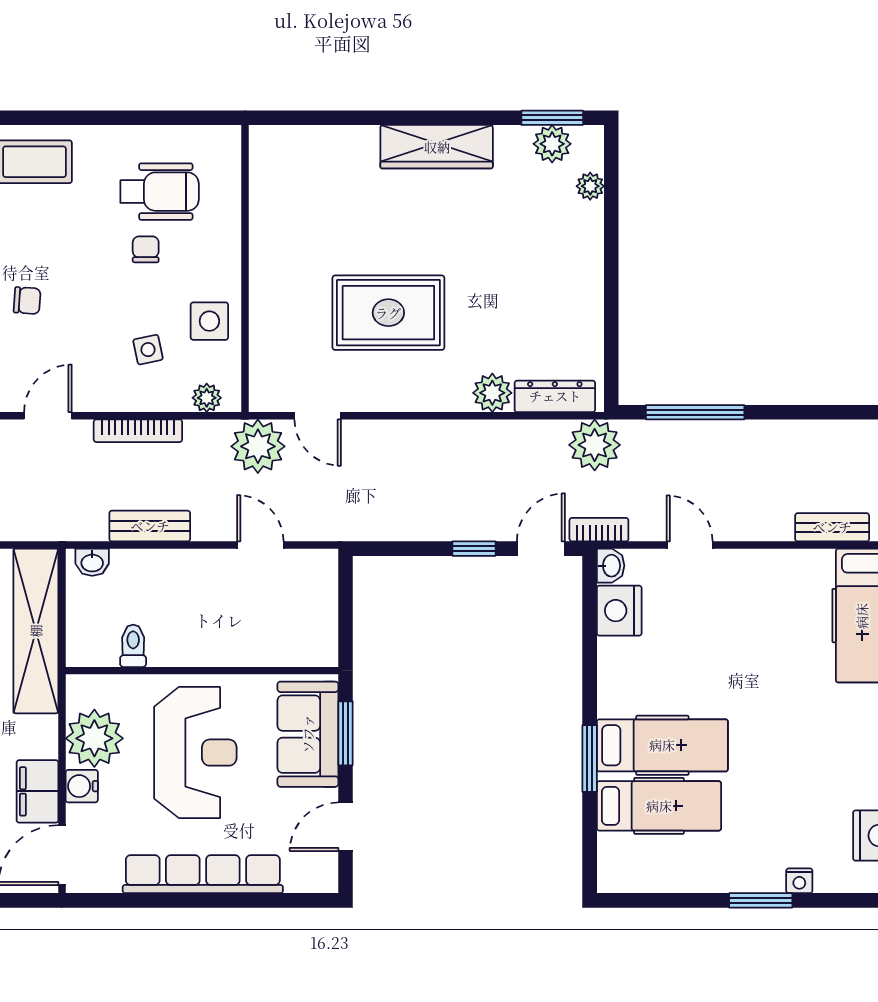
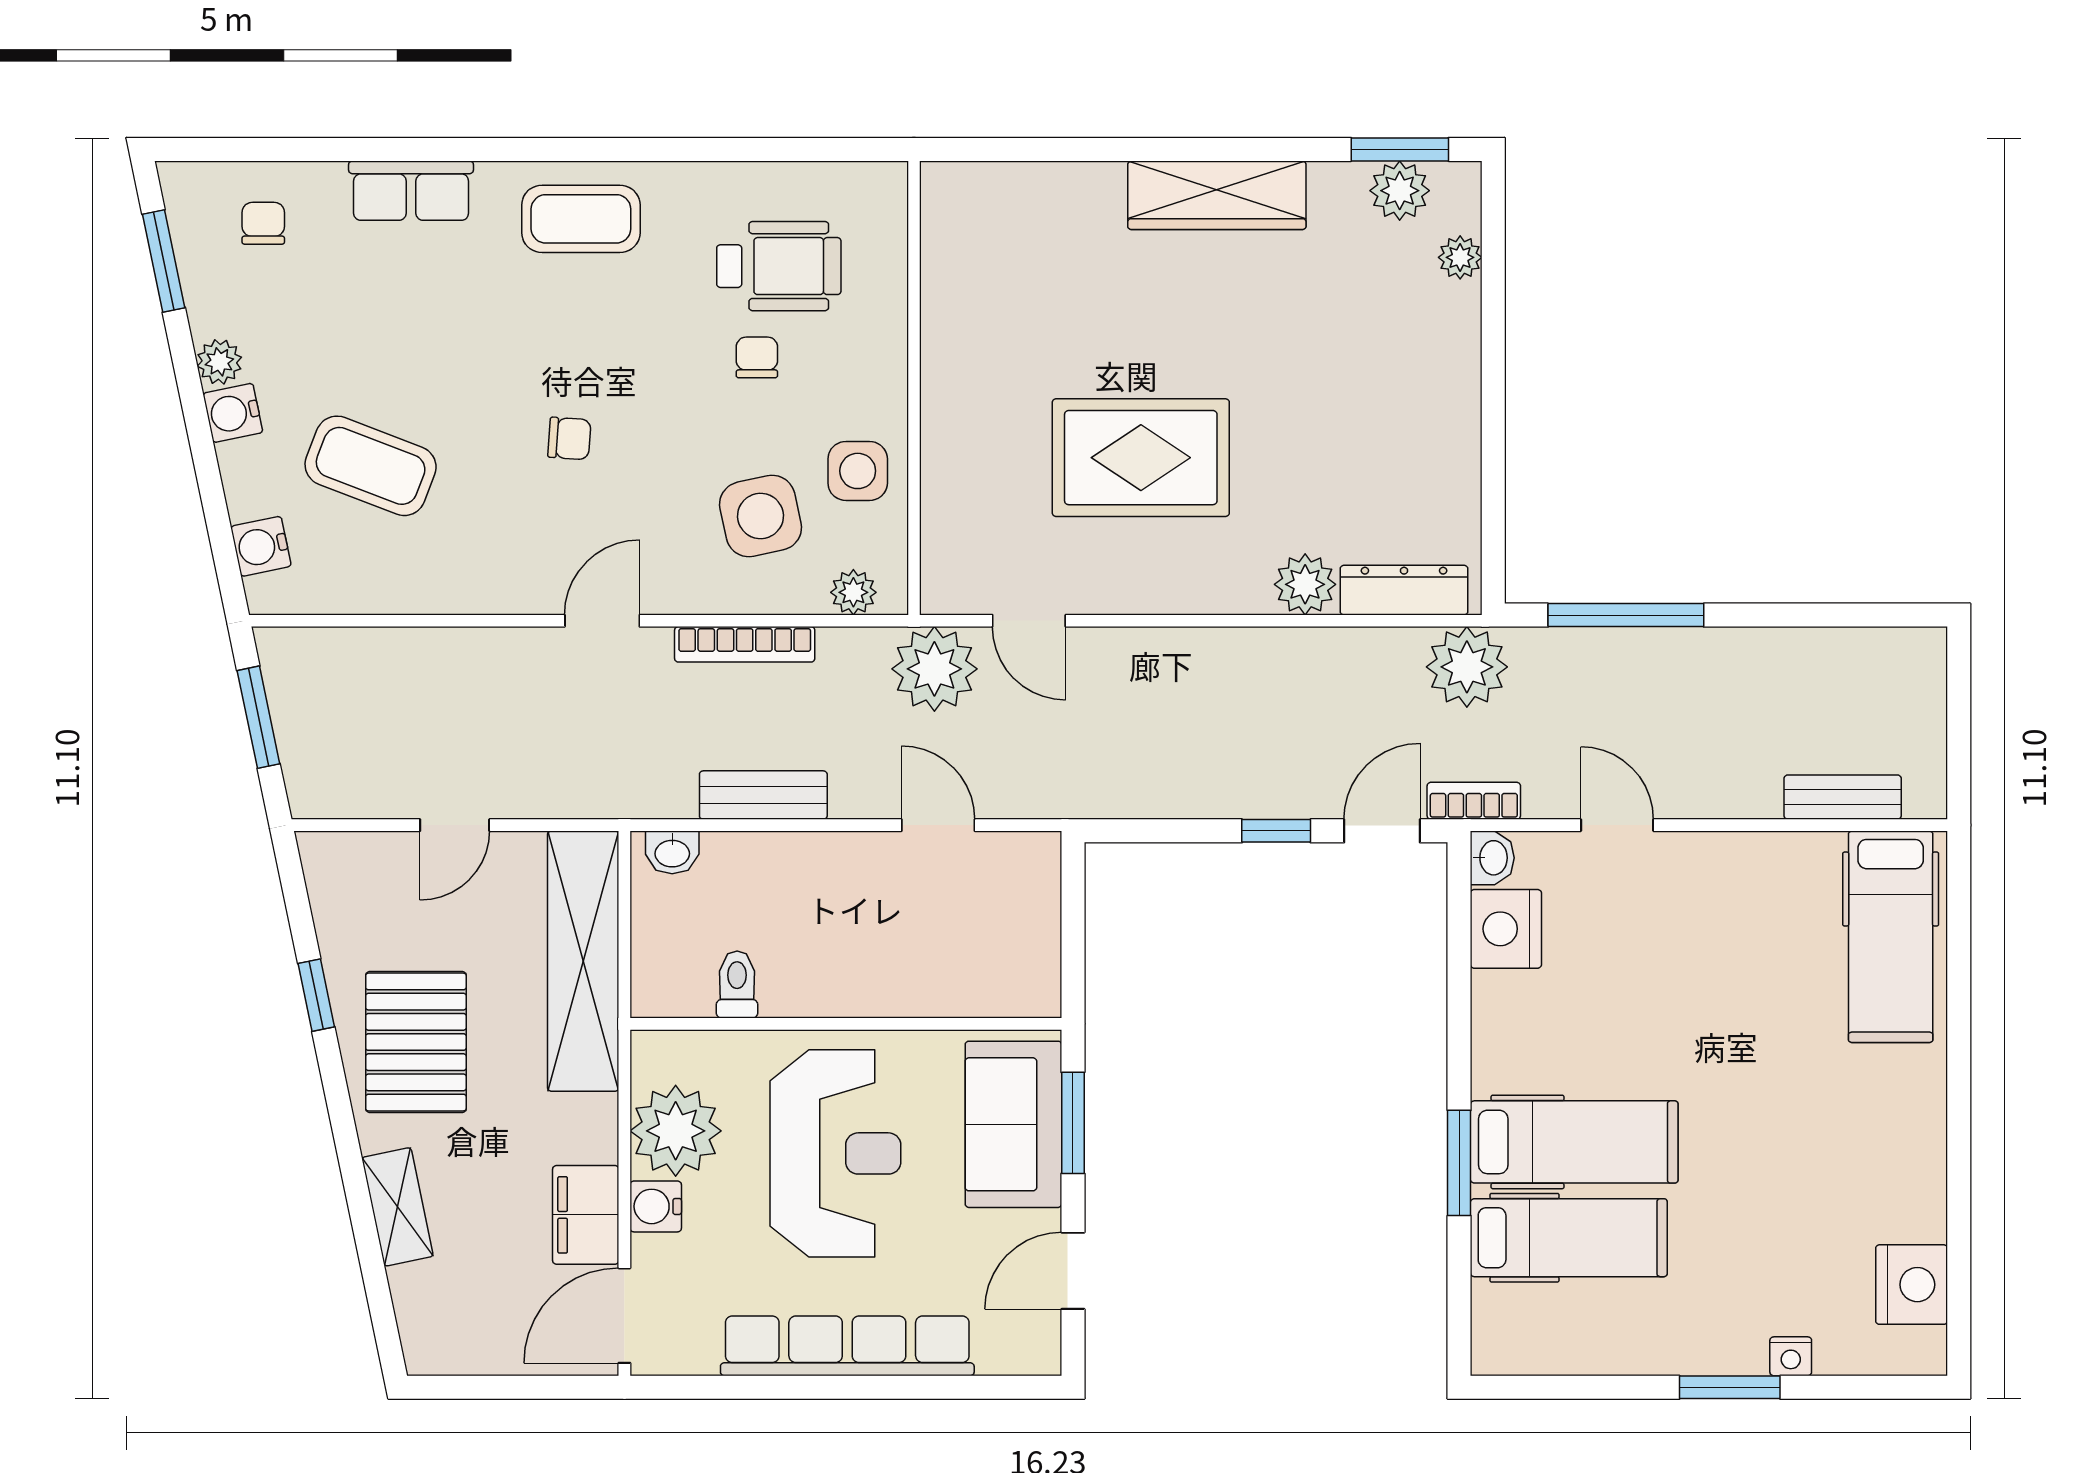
side table: (148, 350) -> (761, 516), width x1.87, depth x1.87

